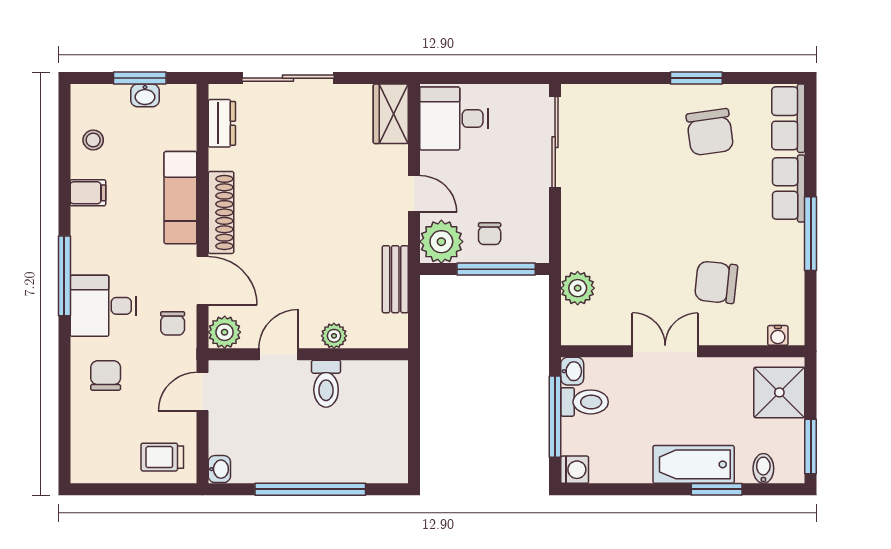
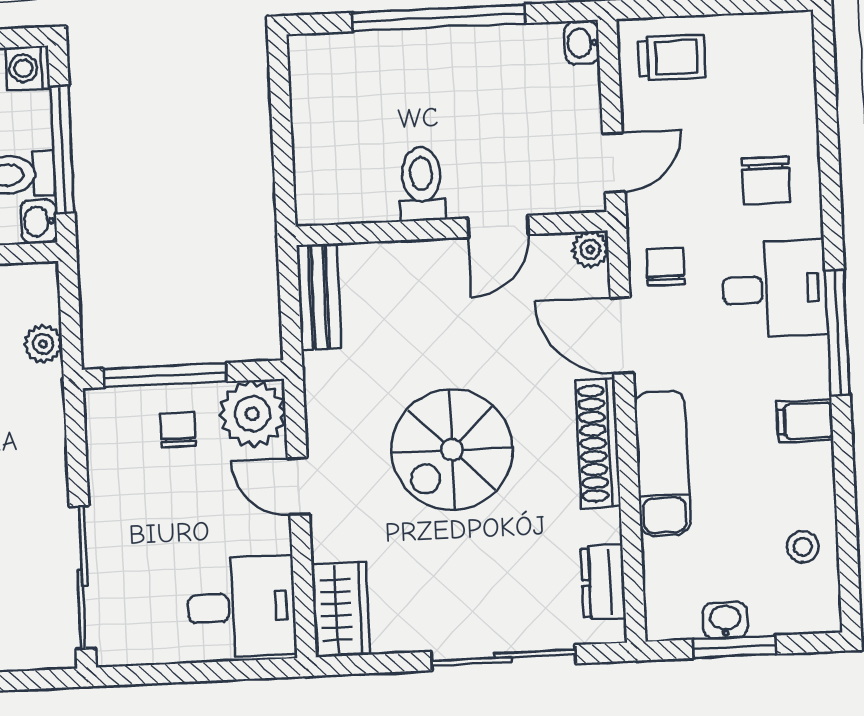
filing cabinet: (88, 193) -> (805, 421), moved
spiral stairs: (315, 213) -> (452, 450), added
bench: (395, 279) -> (319, 297), moved
plant: (578, 288) -> (43, 344), width x0.73, depth x0.73
plant: (225, 332) -> (590, 250), width x0.73, depth x0.73
plant: (334, 336) -> (413, 259), removed

